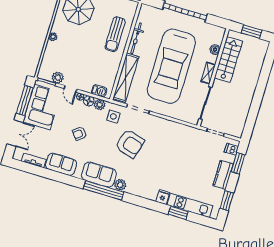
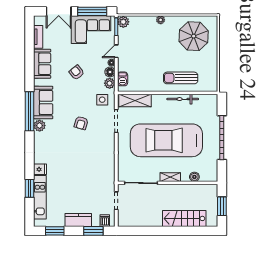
stairs: (228, 60) -> (184, 218), moved, turned 180
plant: (58, 78) -> (123, 22), moved
shelving: (126, 78) -> (135, 101), width x0.68
armchair: (130, 144) -> (81, 123), width x0.53, depth x0.53

